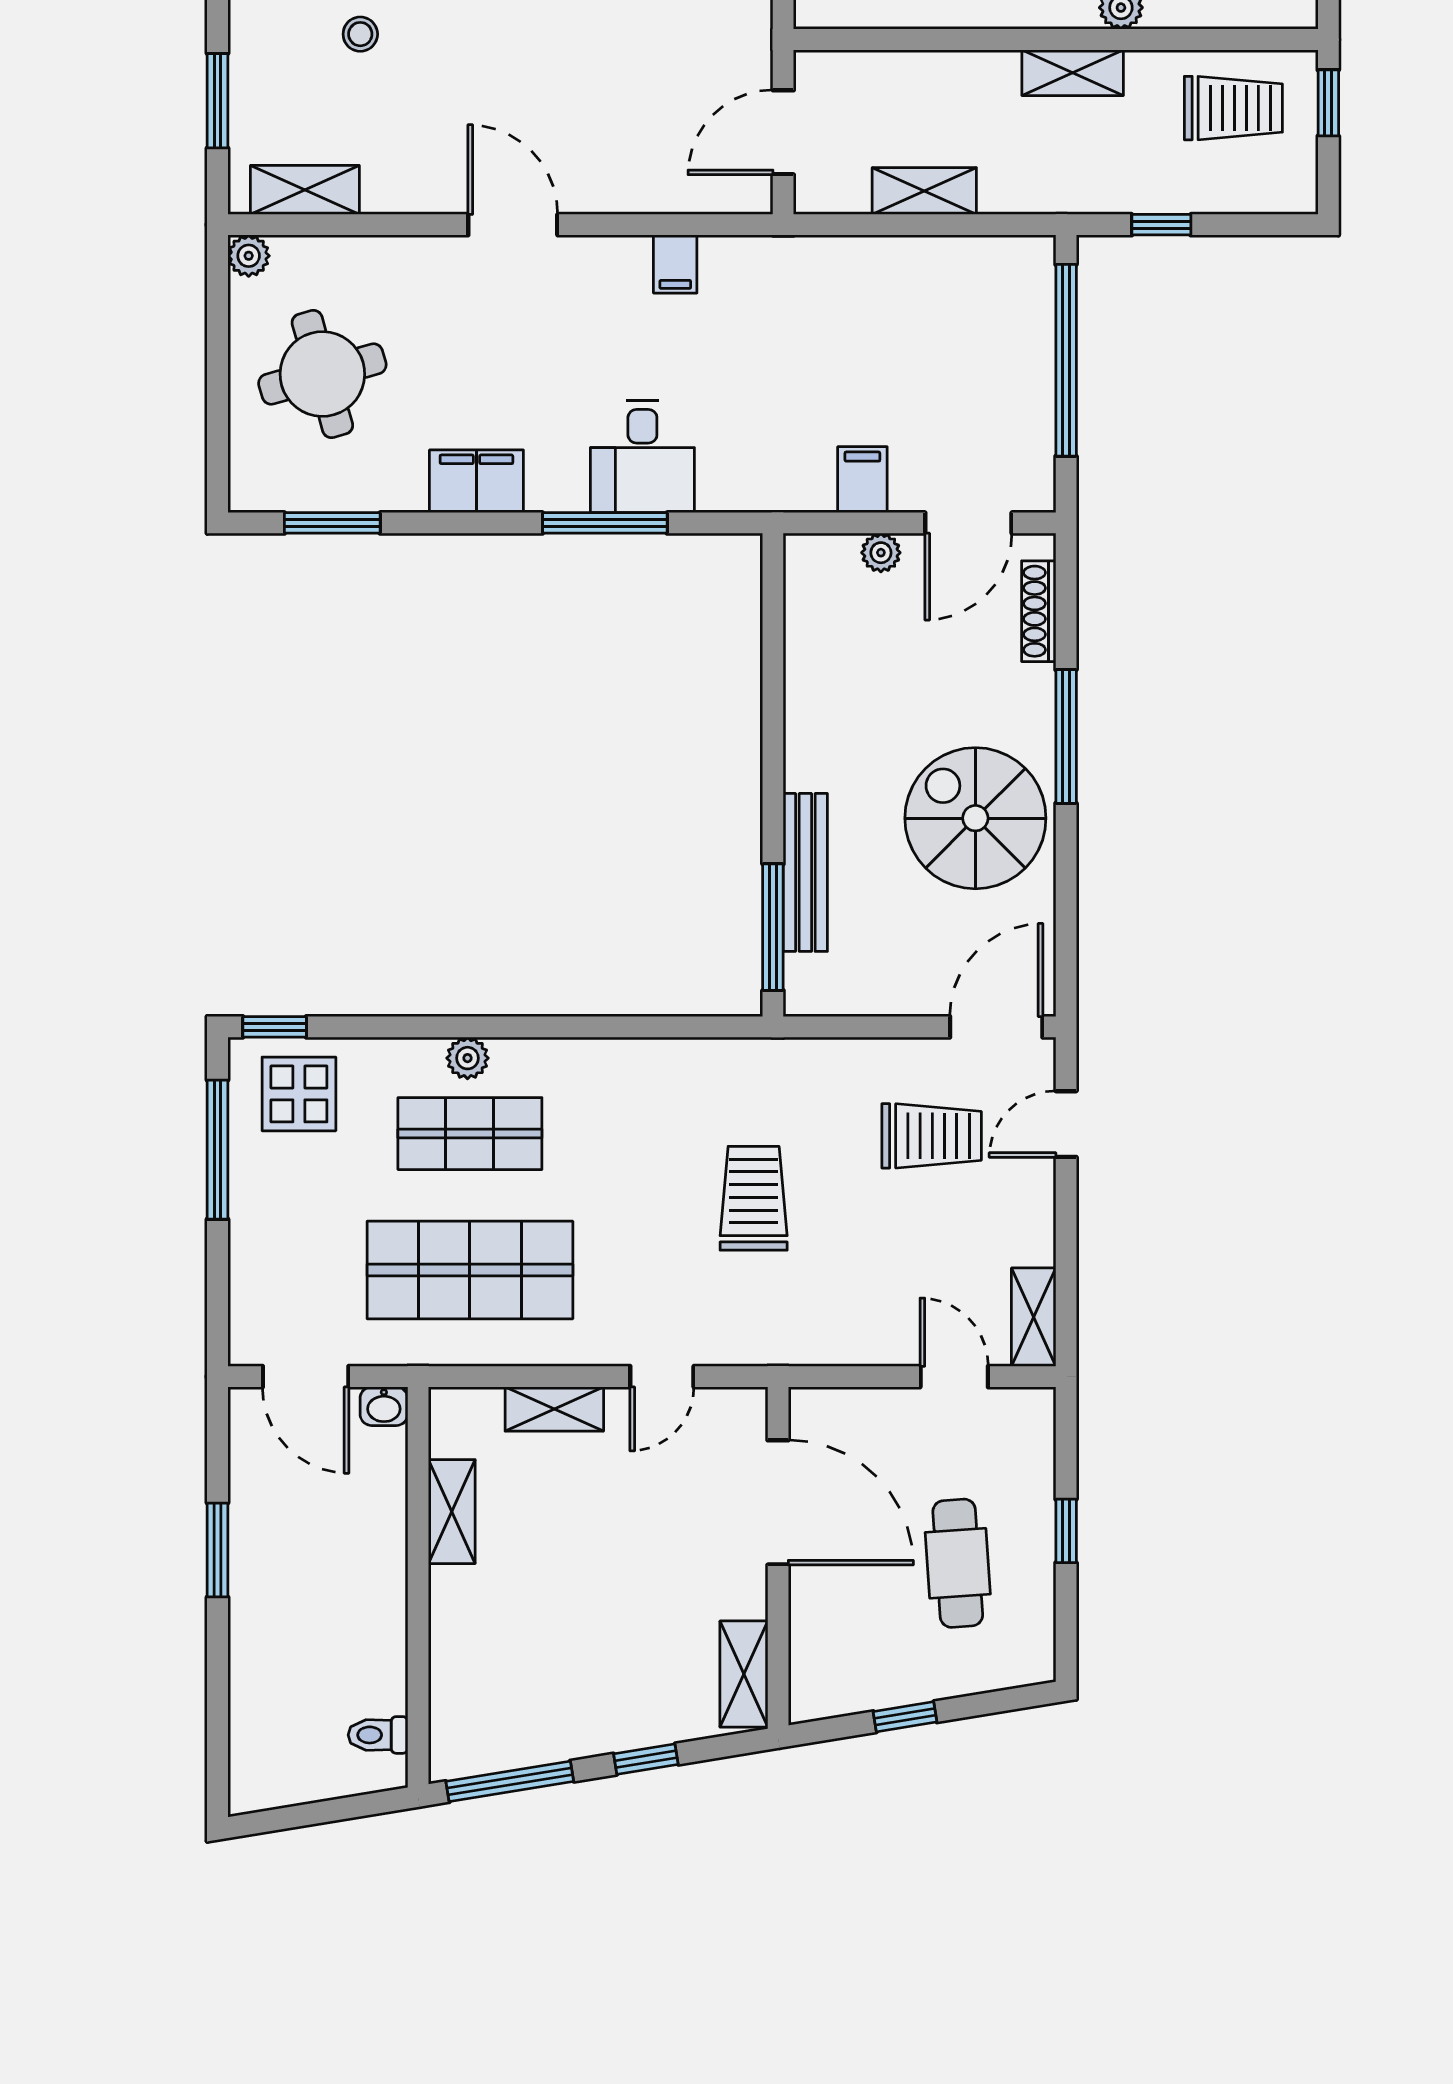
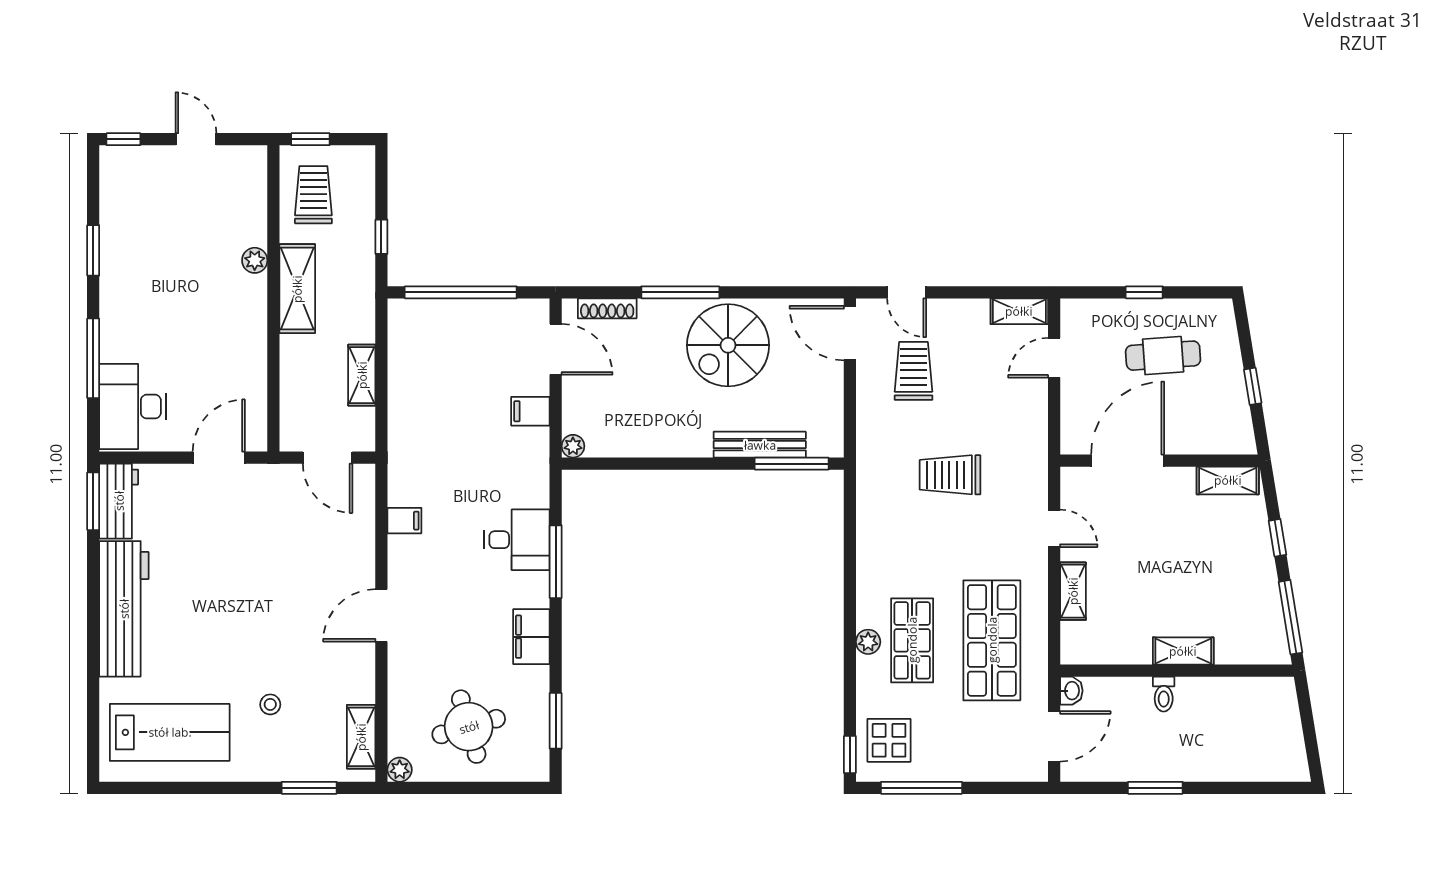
shelving: (1073, 73) -> (297, 289), width x1.50, depth x1.33
plant: (881, 553) -> (573, 446), moved
shelving: (452, 1512) -> (1183, 651), moved
toilet: (378, 1735) -> (1164, 694), moved

